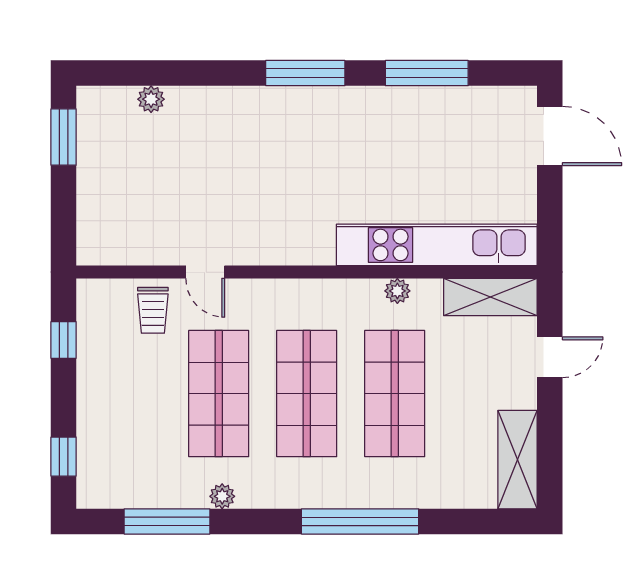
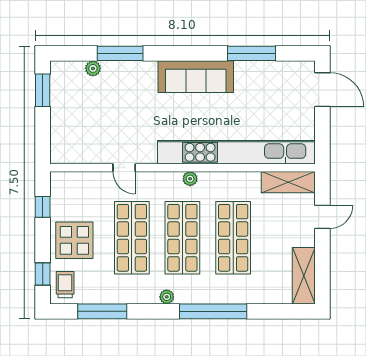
window: (305, 73) -> (120, 53), moved
sofa: (330, 114) -> (196, 77), added
kitchen unit: (437, 245) -> (236, 152), width x1.36
plant: (397, 291) -> (190, 179), moved
trolley: (153, 310) -> (65, 285), moved, turned 180
display table: (119, 398) -> (74, 240), added
plant: (222, 496) -> (167, 297), moved

